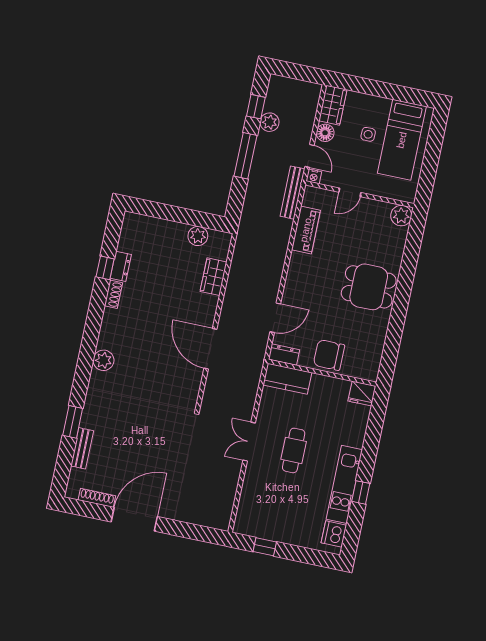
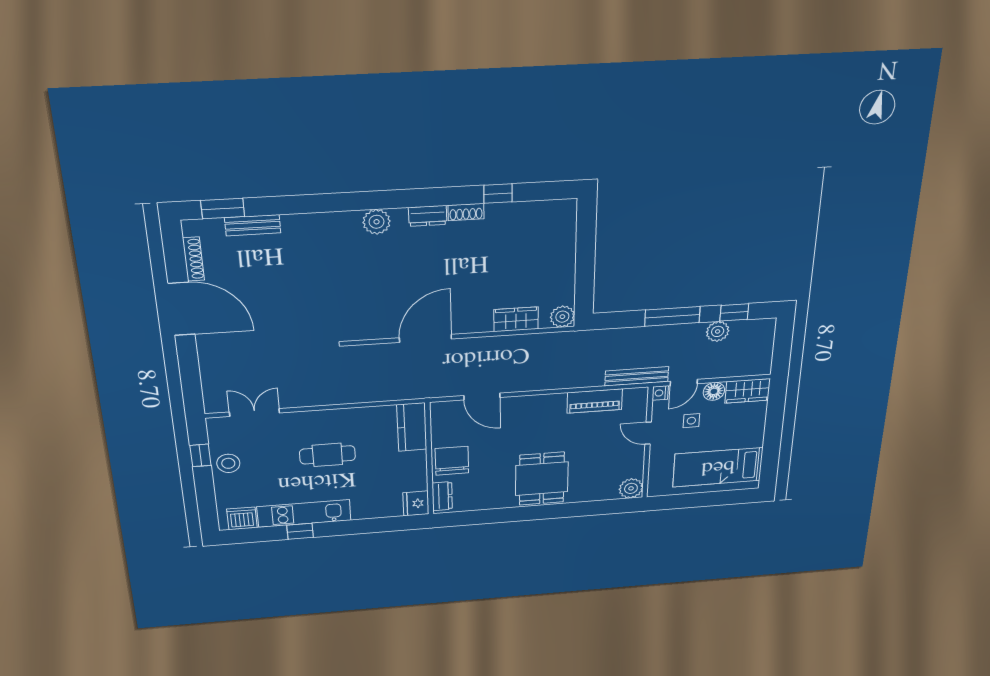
side table: (368, 134) -> (691, 421), moved
plant: (198, 236) -> (562, 317), moved
dresser: (121, 266) -> (428, 216), moved
dresser: (284, 355) -> (442, 496), moved
window: (73, 422) -> (223, 209), moved
double door: (249, 442) -> (255, 412), moved
stool: (278, 528) -> (228, 463), added

